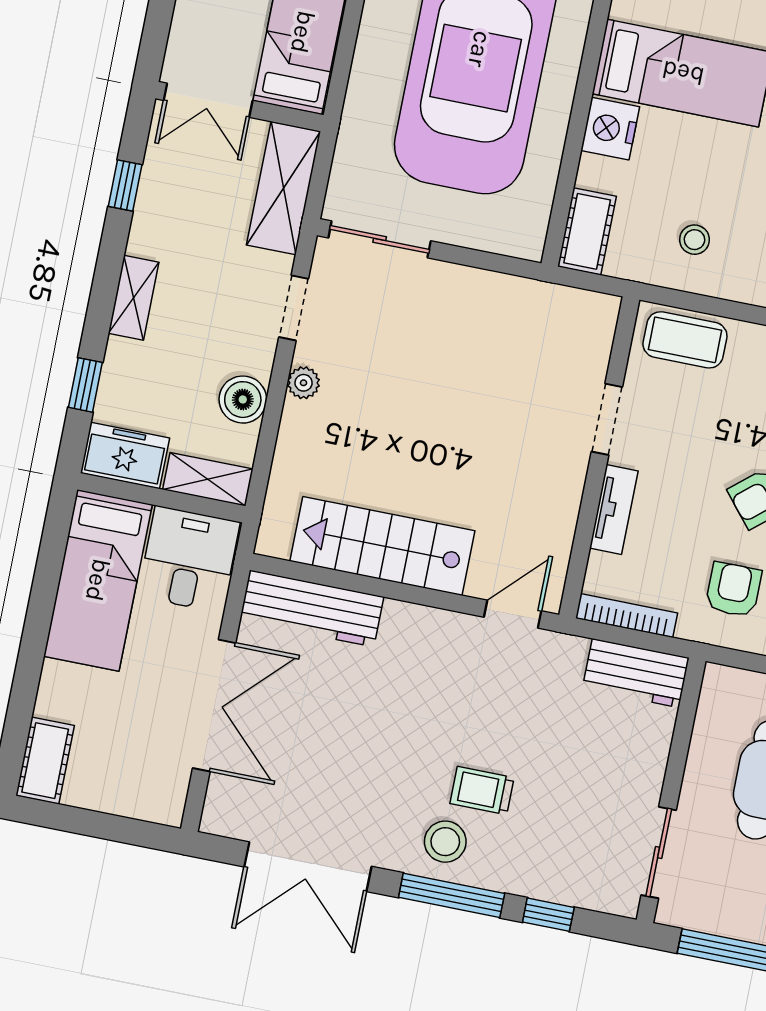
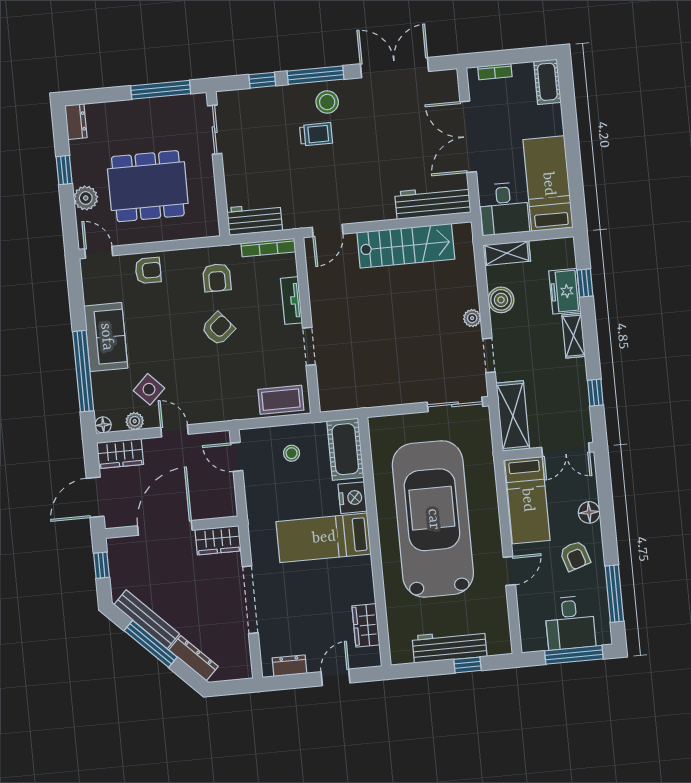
double door: (208, 100) -> (566, 450), swing flipped
cot: (587, 231) -> (345, 449), width x1.37, depth x1.34
freezer: (125, 456) -> (565, 291), moved, turned 90
bookcase: (133, 807) -> (495, 72), added

